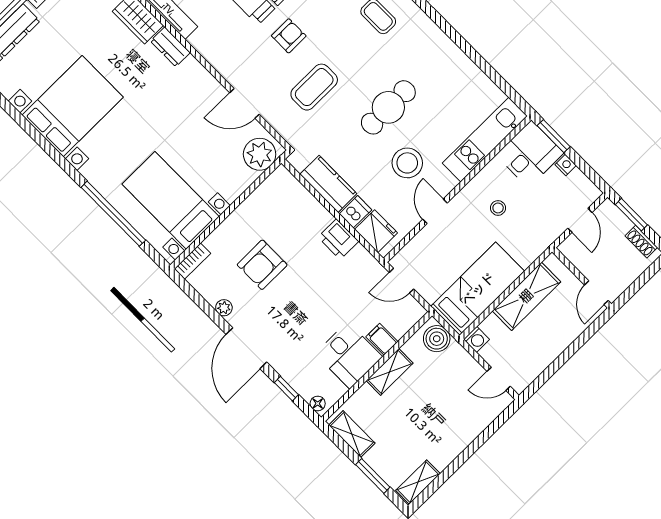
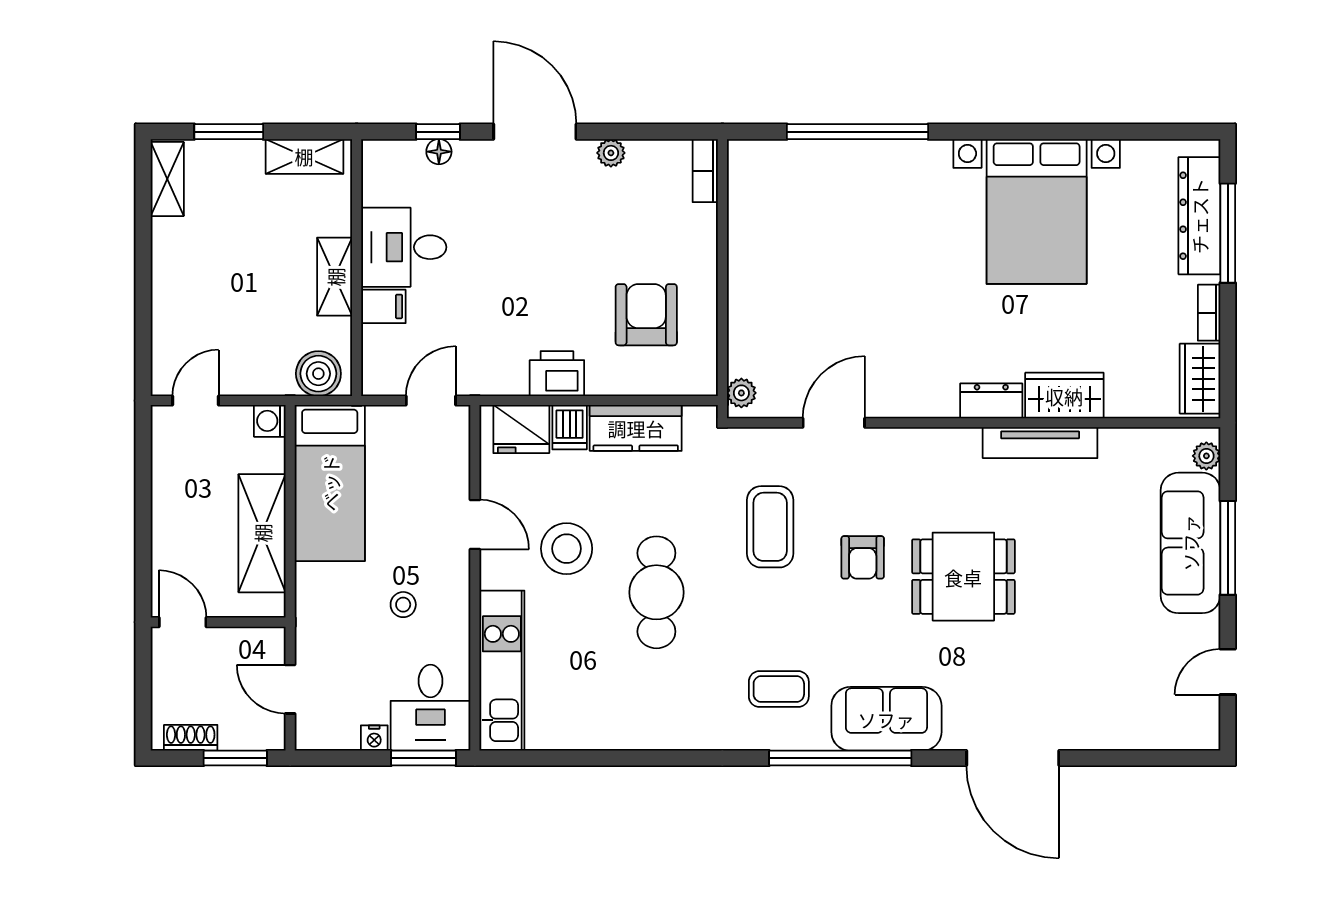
plant: (260, 154) -> (741, 393), width x0.53, depth x0.53
bed with nightstands: (171, 200) -> (805, 217), removed
armchair: (262, 265) -> (646, 315), moved
floor lamp: (318, 403) -> (439, 152), moved

